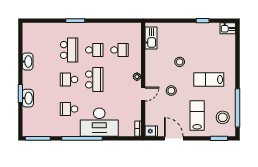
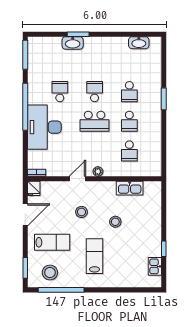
kitchen sink: (228, 28) -> (155, 266), moved
kitchen sink: (151, 38) -> (130, 188), moved
school desk: (69, 50) -> (129, 92), width x0.54
washbasin: (28, 61) -> (139, 43), moved
door: (143, 94) -> (77, 179), swing flipped

